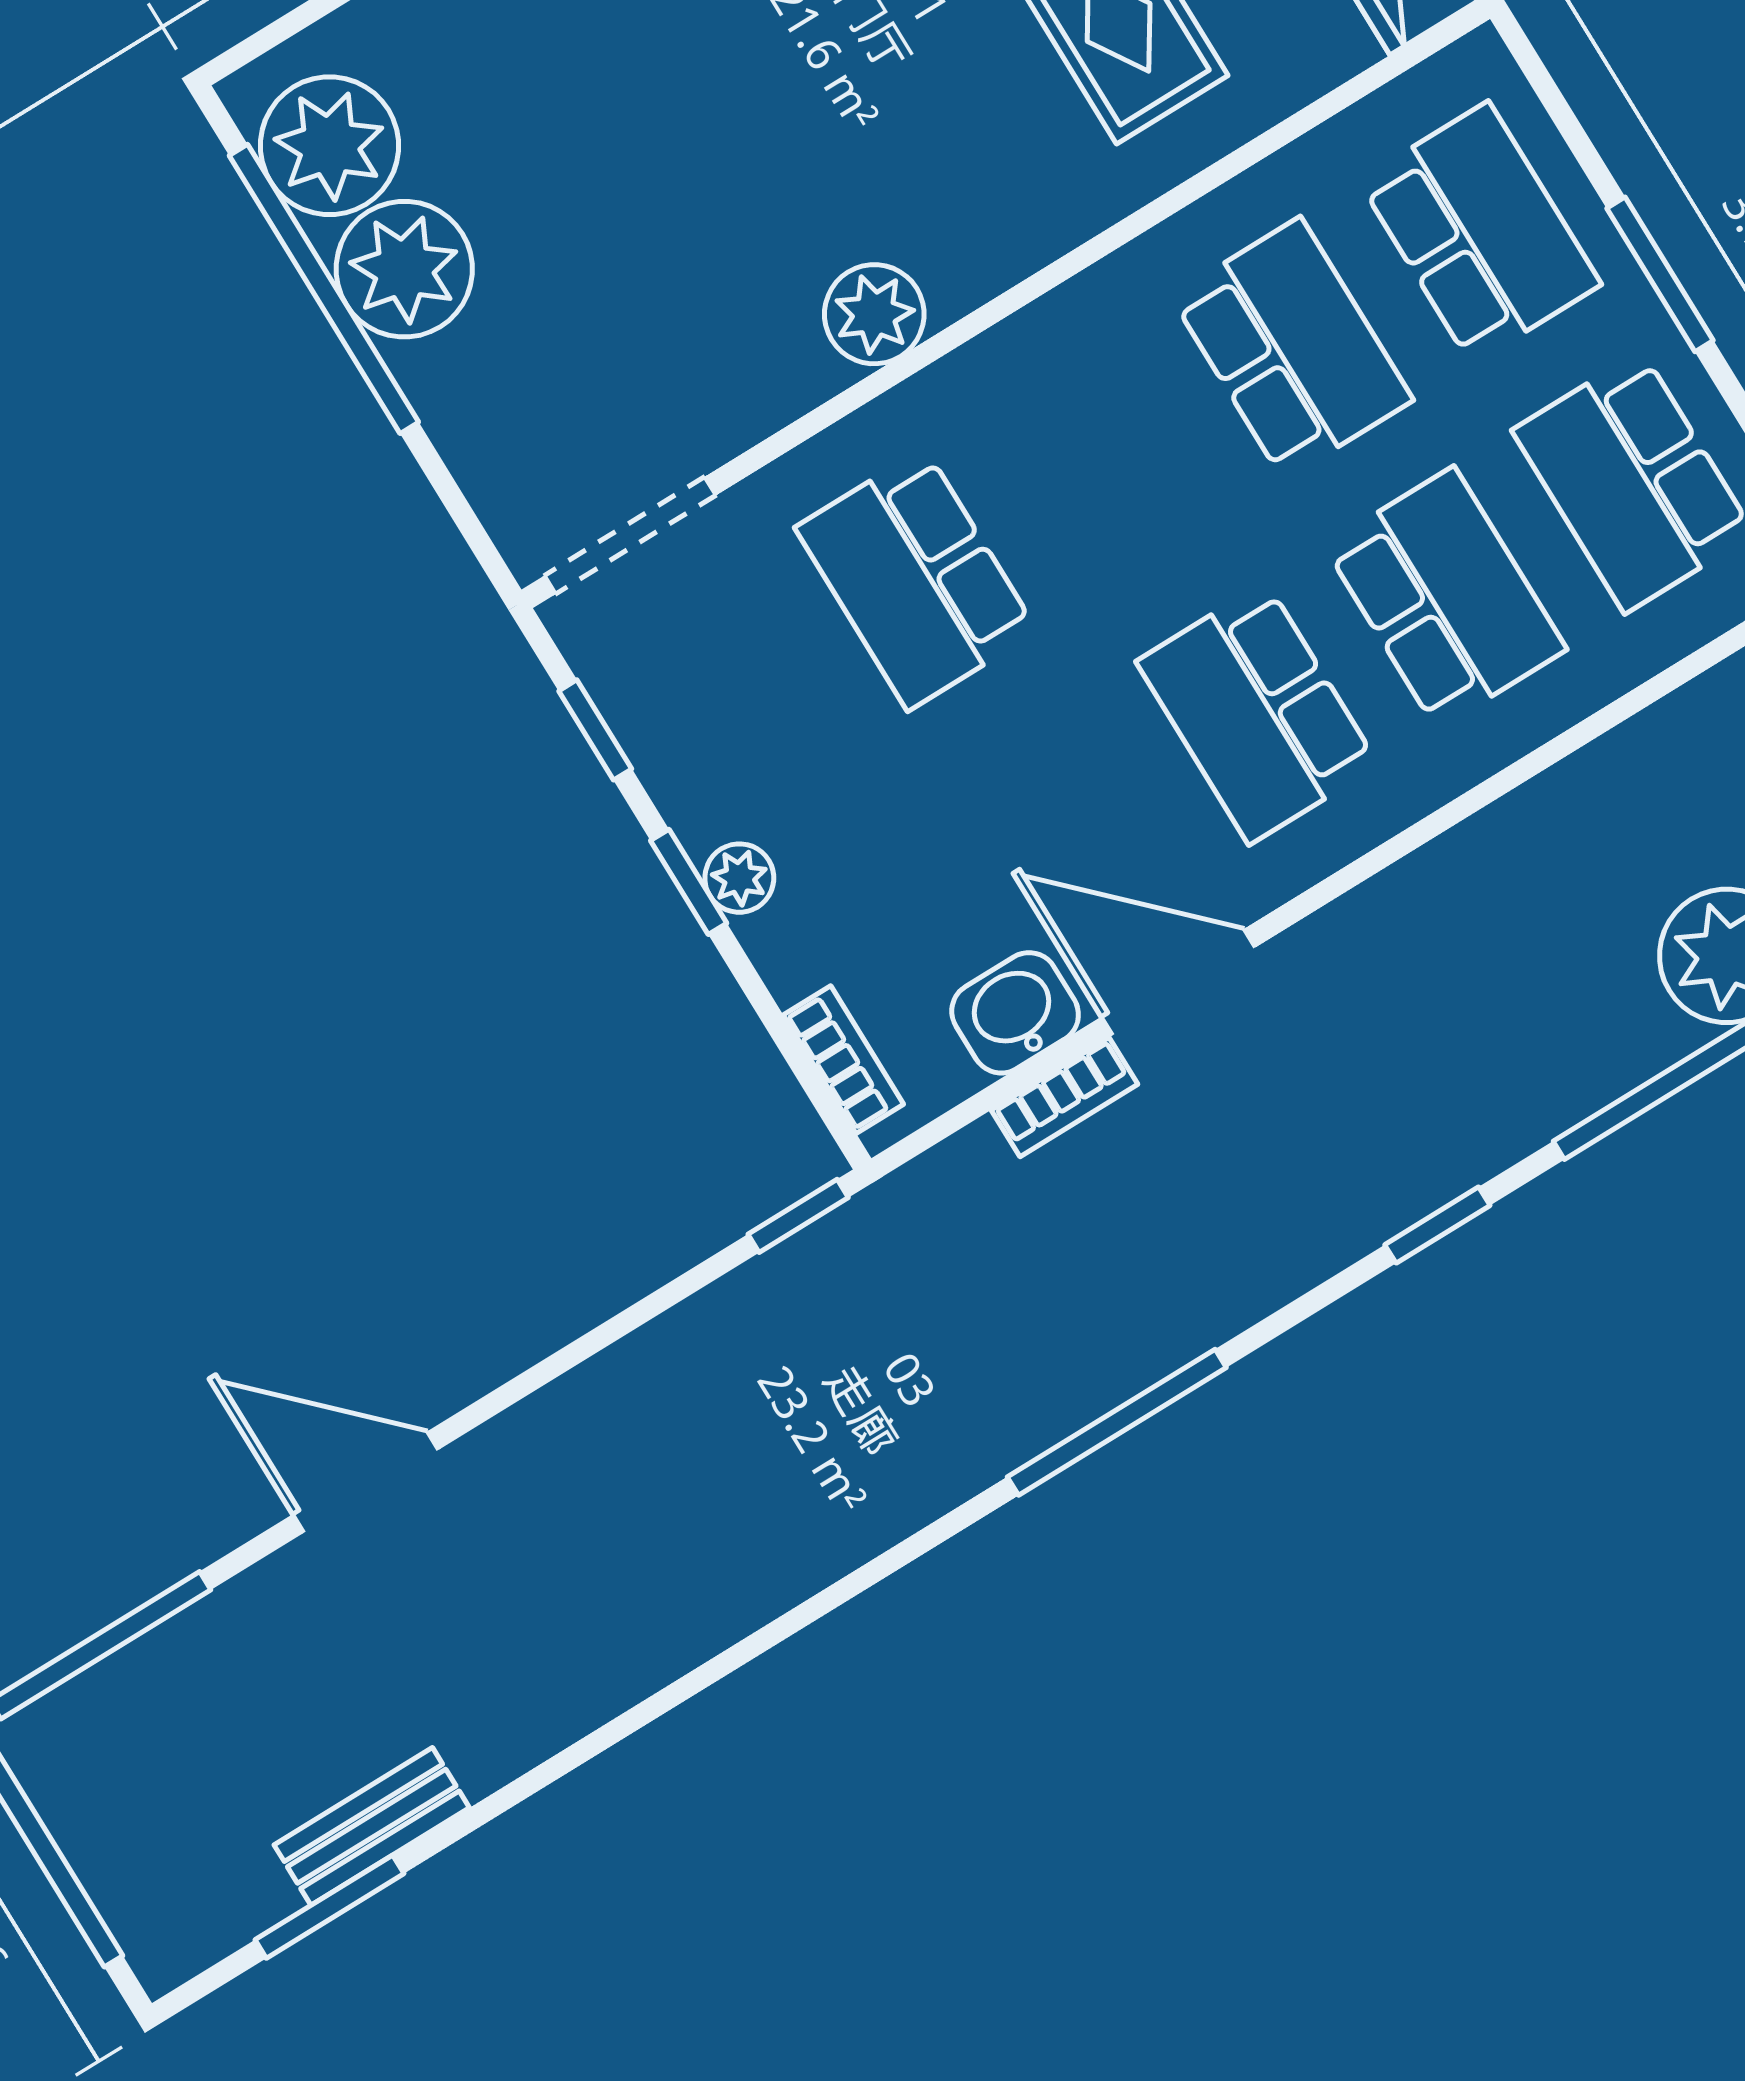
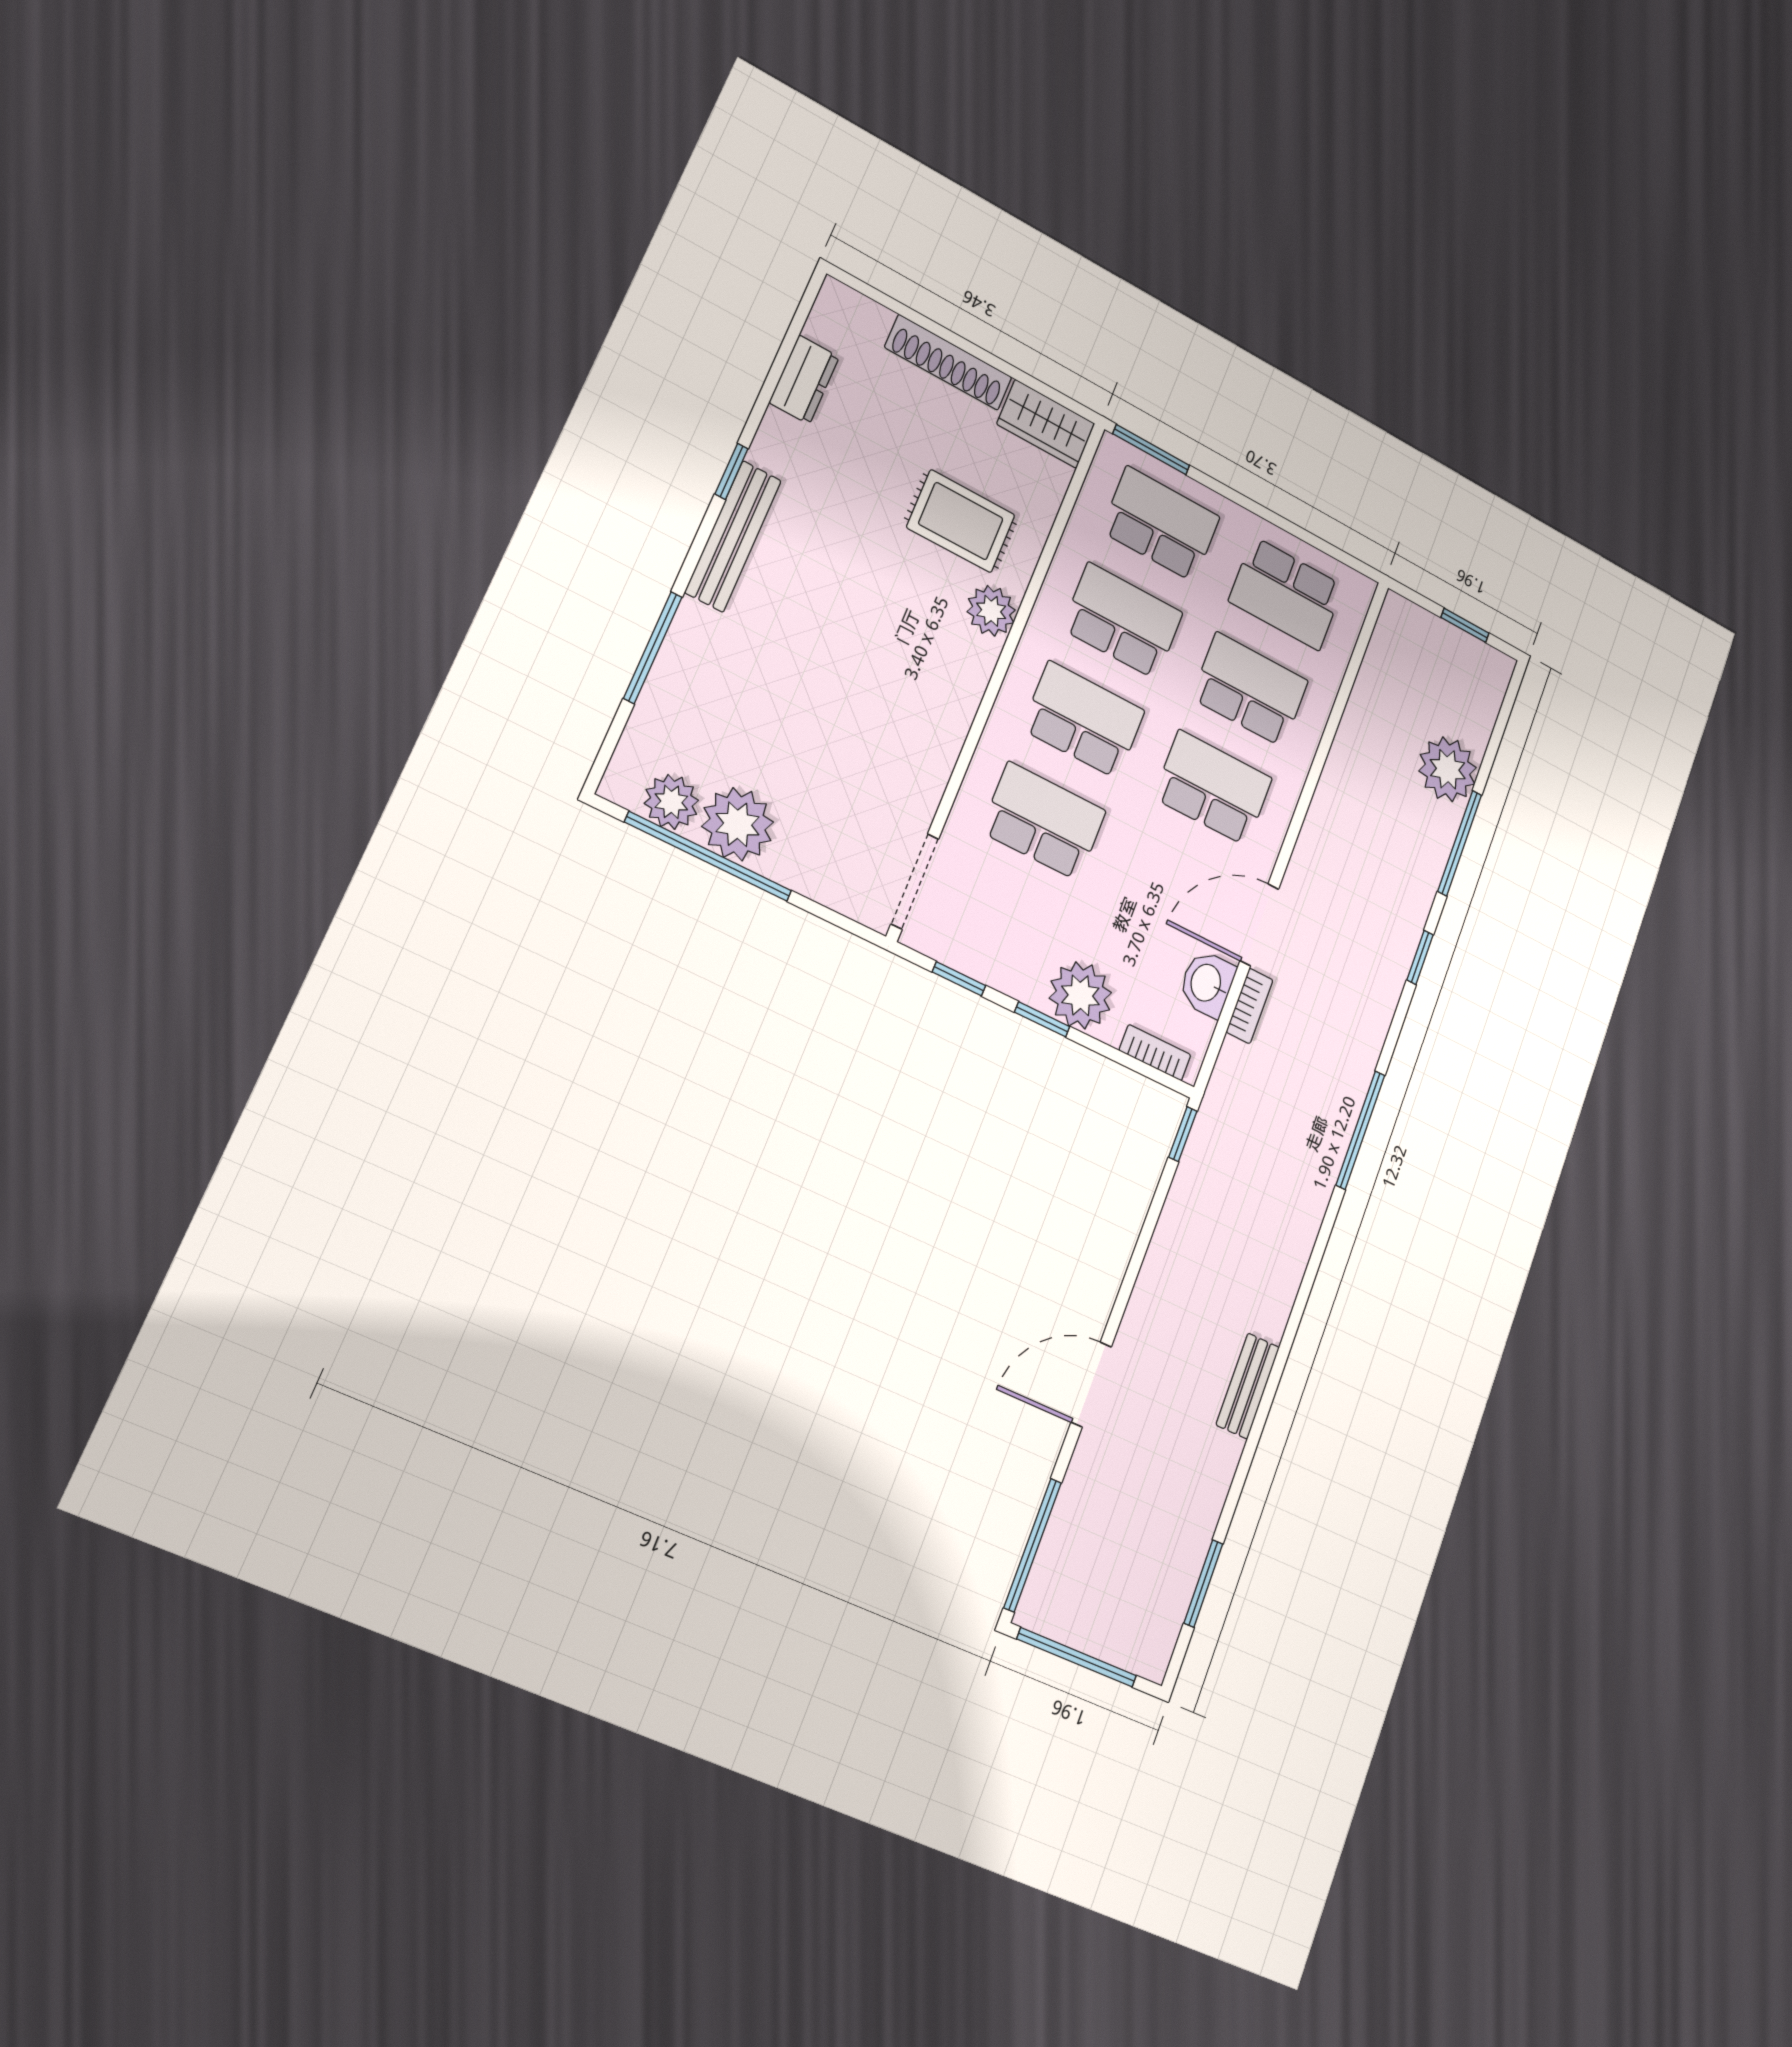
plant: (330, 146) -> (671, 802), width x0.73, depth x0.73
window: (1660, 274) -> (1151, 449), moved
plant: (874, 314) -> (991, 611), moved
school desk: (1104, 464) -> (1083, 720), added
school desk: (916, 579) -> (1043, 821), turned 180
school desk: (1257, 713) -> (1213, 788), turned 180
plant: (739, 878) -> (1080, 995), width x1.88, depth x1.88
bench: (372, 1826) -> (1248, 1386), moved

